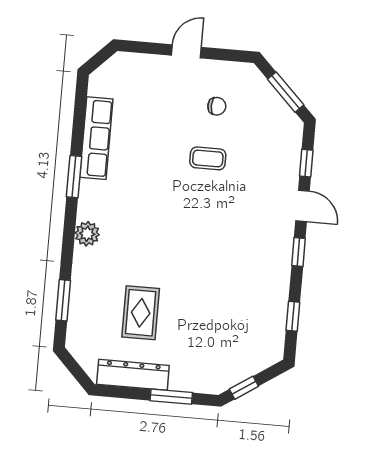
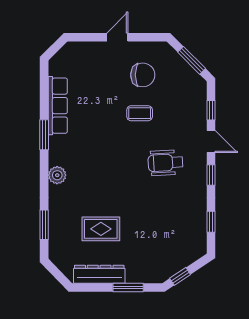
chair: (217, 106) -> (143, 75), width x1.87, depth x1.87
wheelchair: (237, 230) -> (166, 163), added
rug: (141, 313) -> (101, 229), turned 90

